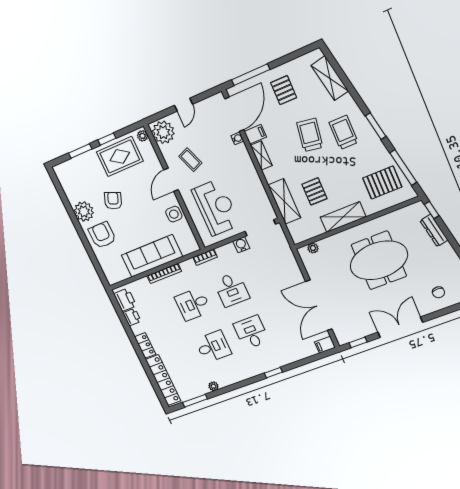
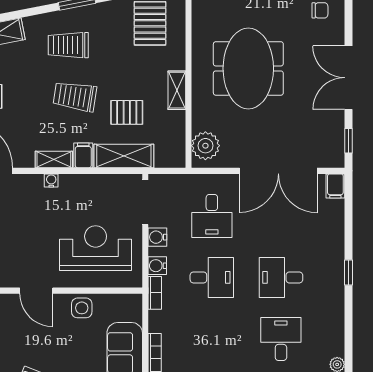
filing cabinet: (255, 134) -> (83, 155), moved
trolley: (310, 135) -> (75, 96), moved
water cooler: (237, 138) -> (51, 180), moved
coffee table: (190, 160) -> (21, 253), removed
shelving: (343, 217) -> (177, 90), width x0.67, depth x0.75
plant: (313, 248) -> (205, 146), width x1.88, depth x1.88
water cooler: (223, 252) -> (157, 266), added
desk: (193, 304) -> (212, 216), moved

